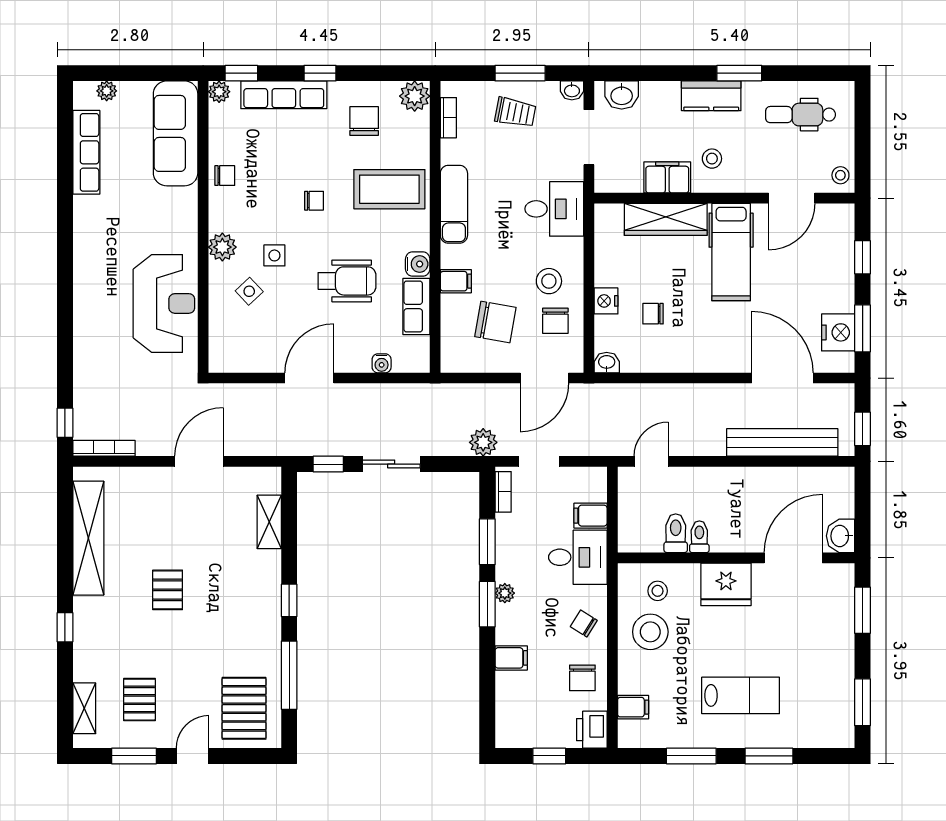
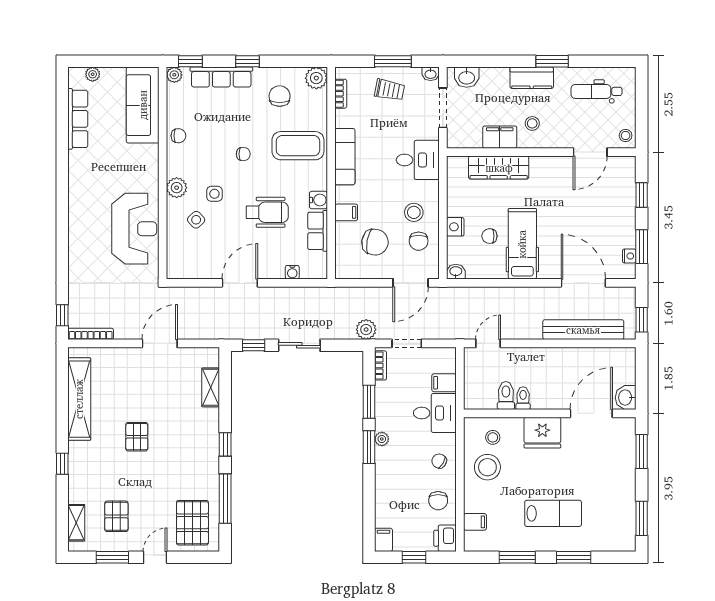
hospital bed: (731, 252) -> (522, 244), moved, turned 180
nightstand: (838, 332) -> (629, 256), width x0.53, depth x0.56
filing cabinet: (511, 658) -> (383, 540), moved, turned -90

